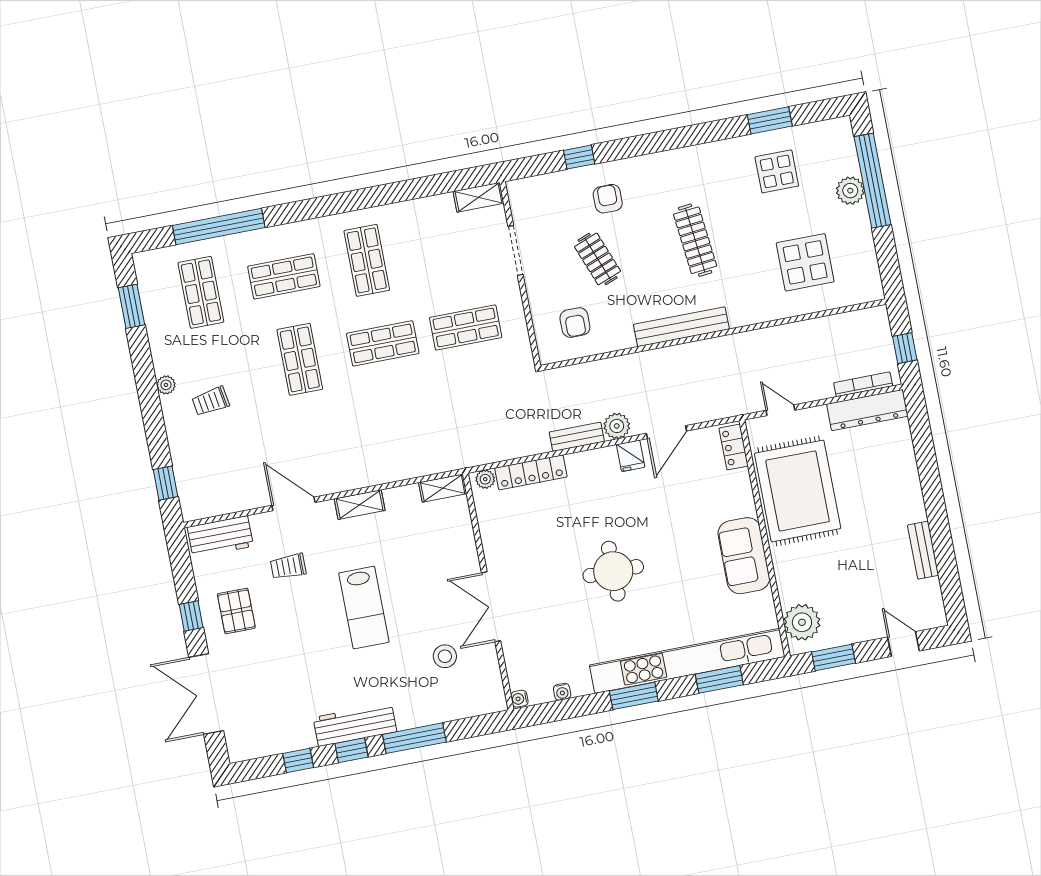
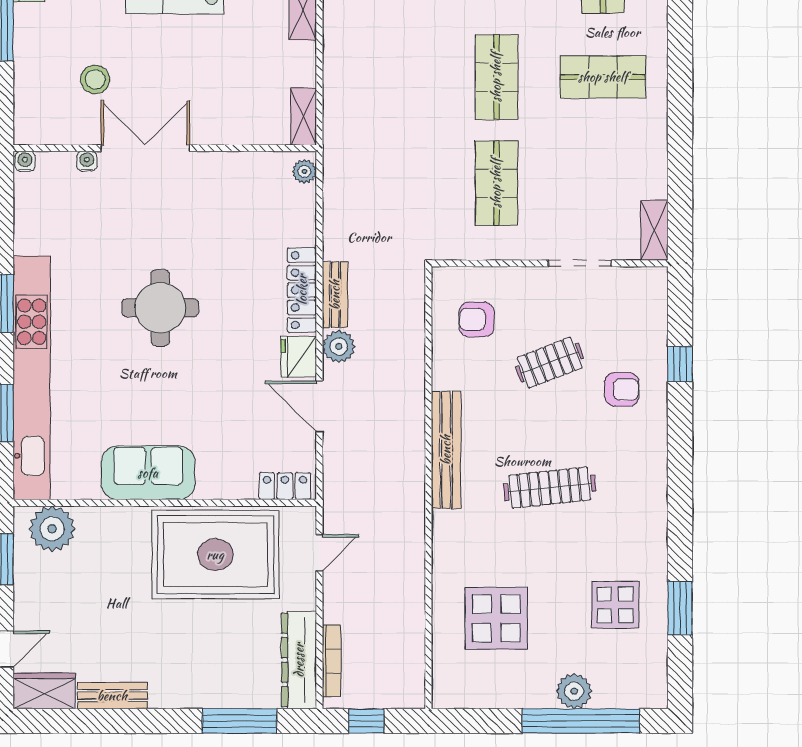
window: (924, 447) -> (240, 721), added
fridge: (631, 456) -> (299, 357), width x1.38
locker: (531, 472) -> (302, 290), moved
wardrobe: (930, 604) -> (44, 691), added
water cooler: (562, 692) -> (87, 161), moved, turned 90

